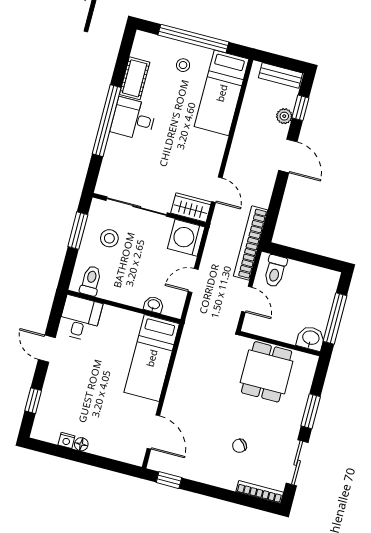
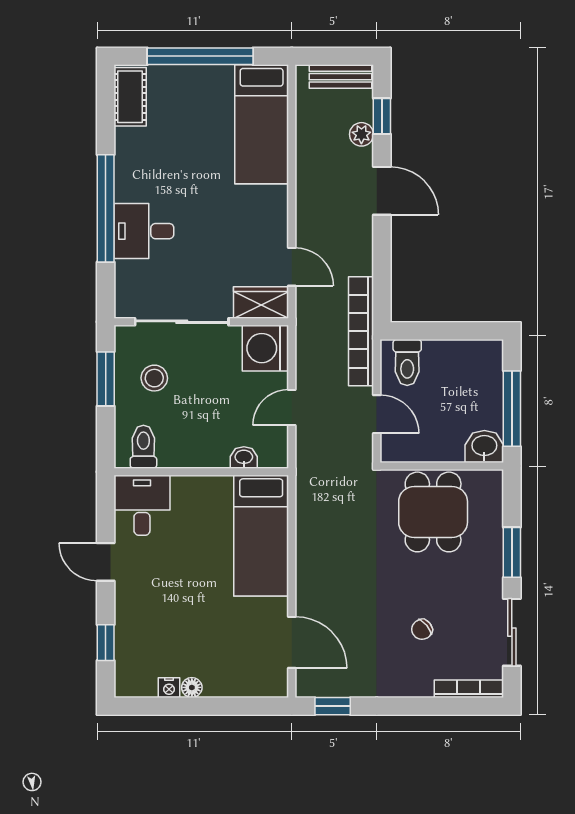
stool: (183, 65) -> (195, 99), removed
cot: (135, 78) -> (130, 97), moved
desk: (134, 119) -> (144, 231), moved

